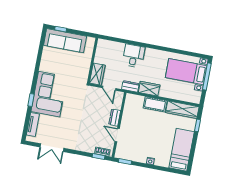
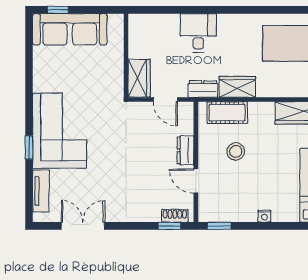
cot: (155, 104) -> (227, 113), moved
stool: (142, 123) -> (236, 151), added
double door: (52, 148) -> (83, 226), swing flipped

